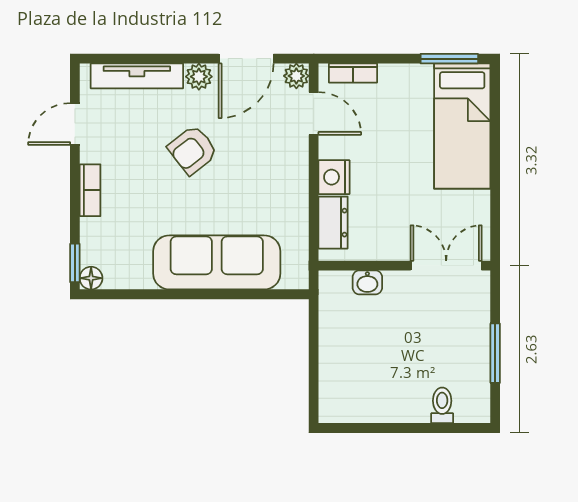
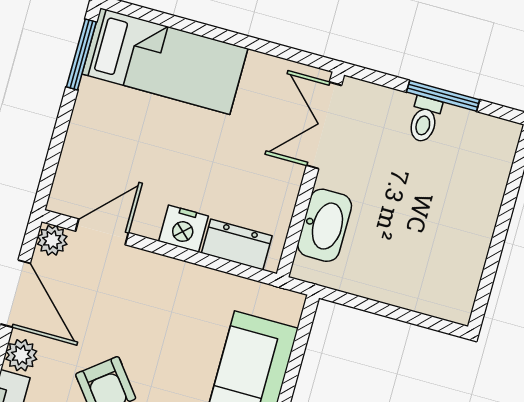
bookcase: (353, 73) -> (67, 173), removed
washbasin: (367, 282) -> (325, 225), width x1.91, depth x1.45
toilet: (442, 405) -> (424, 120), moved, turned -90

